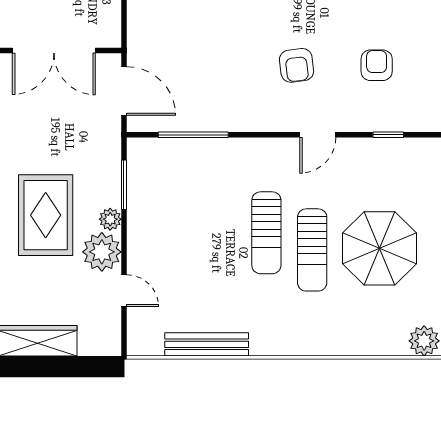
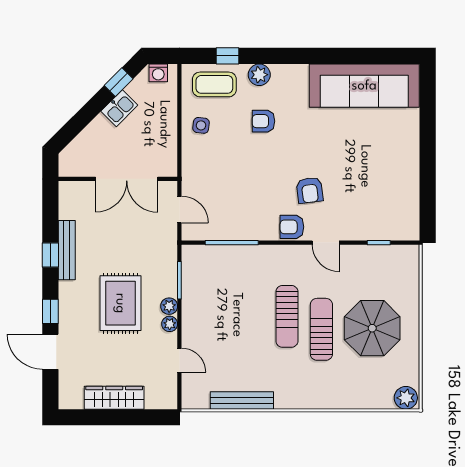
armchair: (377, 65) -> (292, 227), moved, turned -90
door: (124, 91) -> (179, 209), width x0.73
door: (318, 135) -> (326, 243), hinge flipped
sun lounger: (312, 250) -> (321, 329), turned 180
plant: (102, 252) -> (170, 324), width x0.53, depth x0.53

